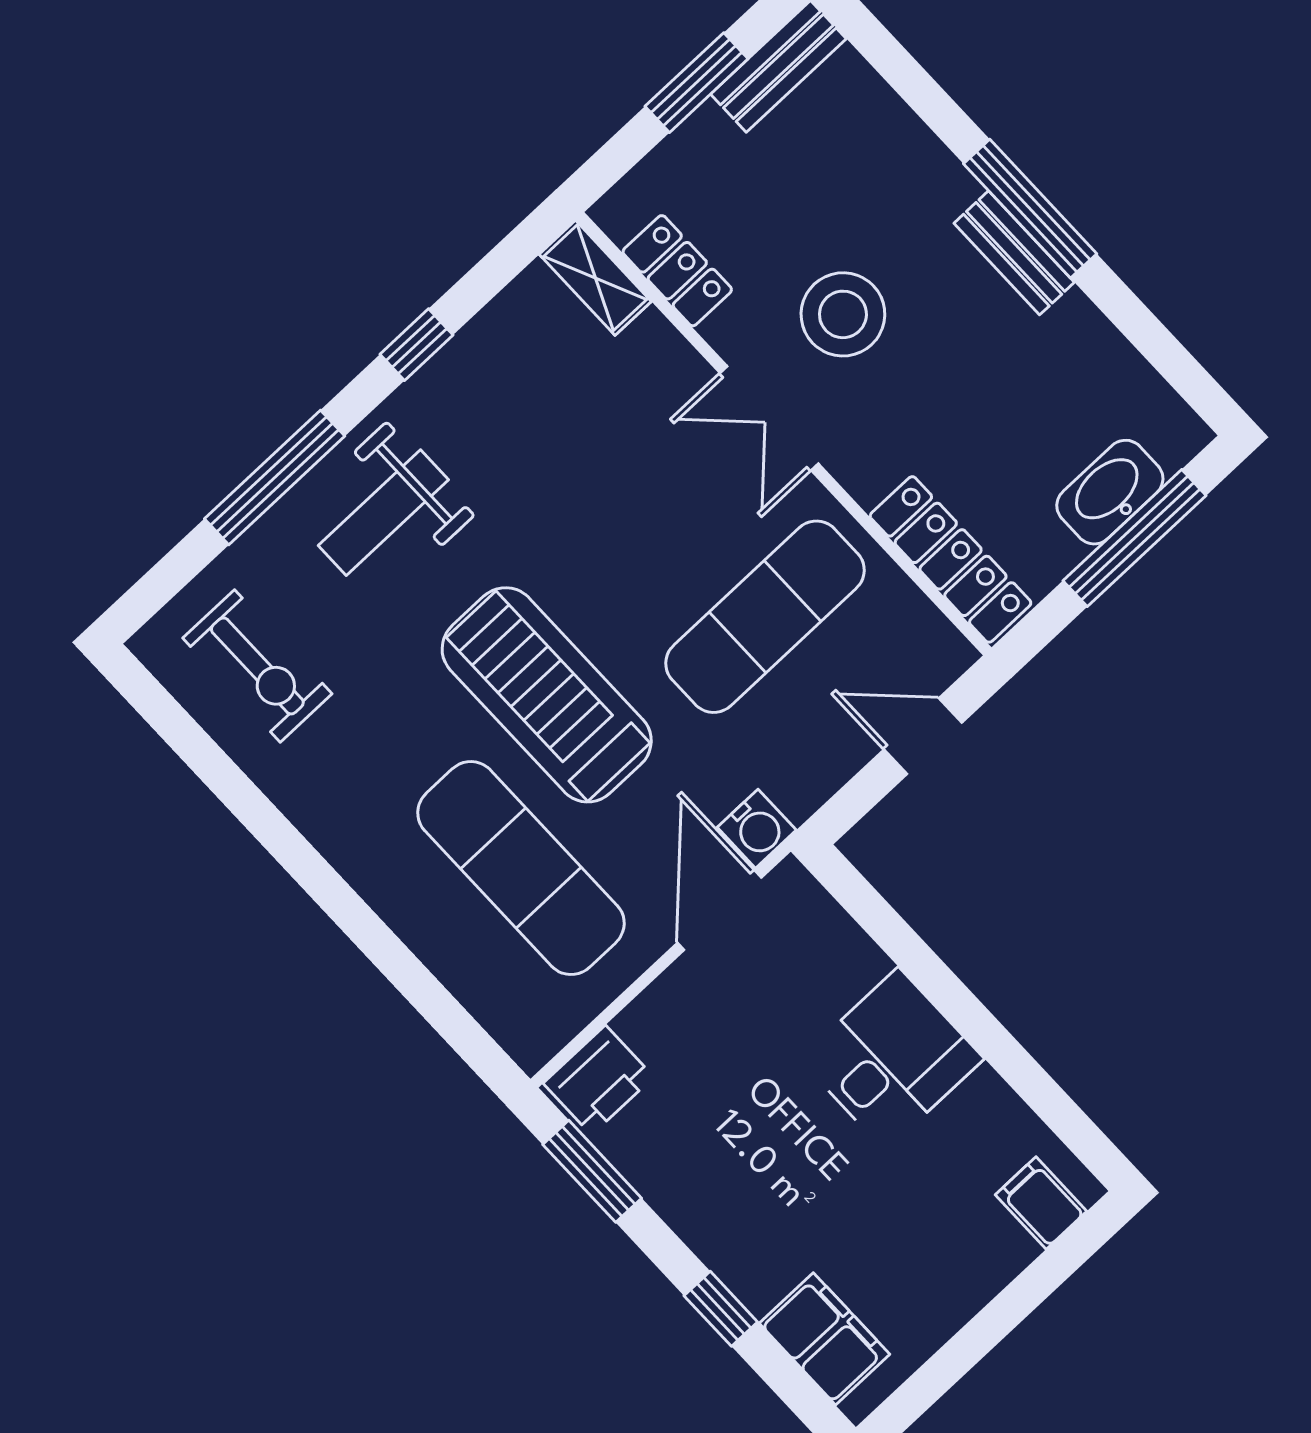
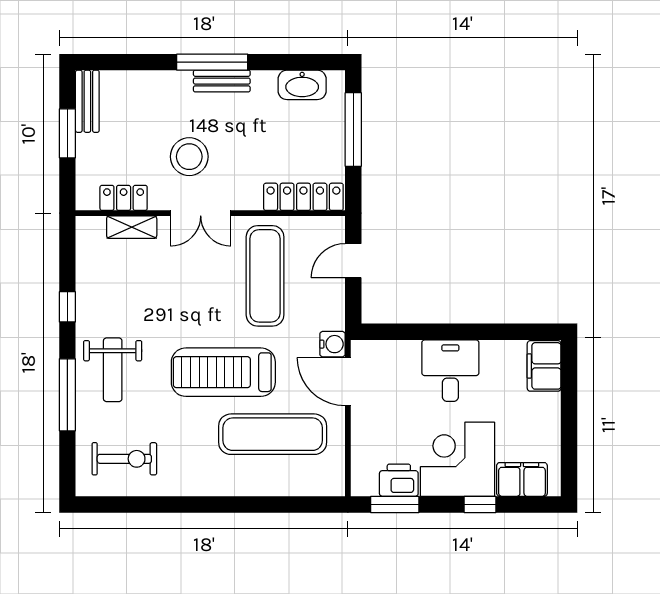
shelving: (595, 278) -> (132, 227), moved
washbasin: (1110, 492) -> (302, 85), moved, turned -90
printer: (598, 1080) -> (399, 480), moved, turned -90
filing cabinet: (1041, 1203) -> (544, 366), width x2.00
corner desk: (760, 1204) -> (457, 459), added

